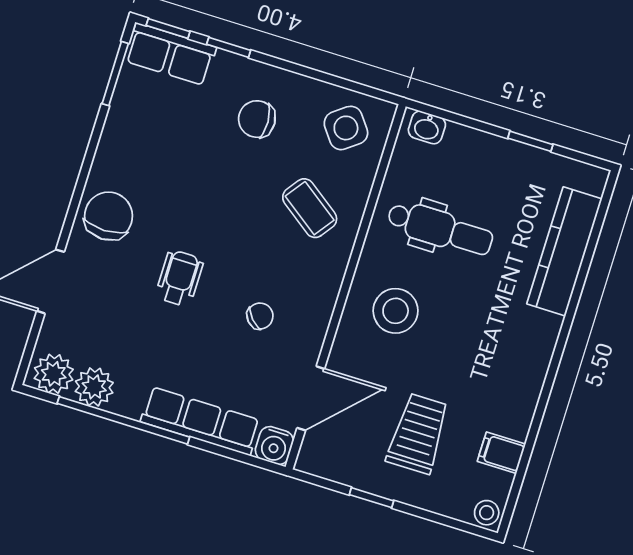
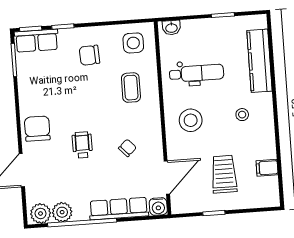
side table: (346, 128) -> (133, 43), turned 37
coffee table: (310, 208) -> (131, 88), turned 54
stool: (487, 513) -> (242, 115), moved

